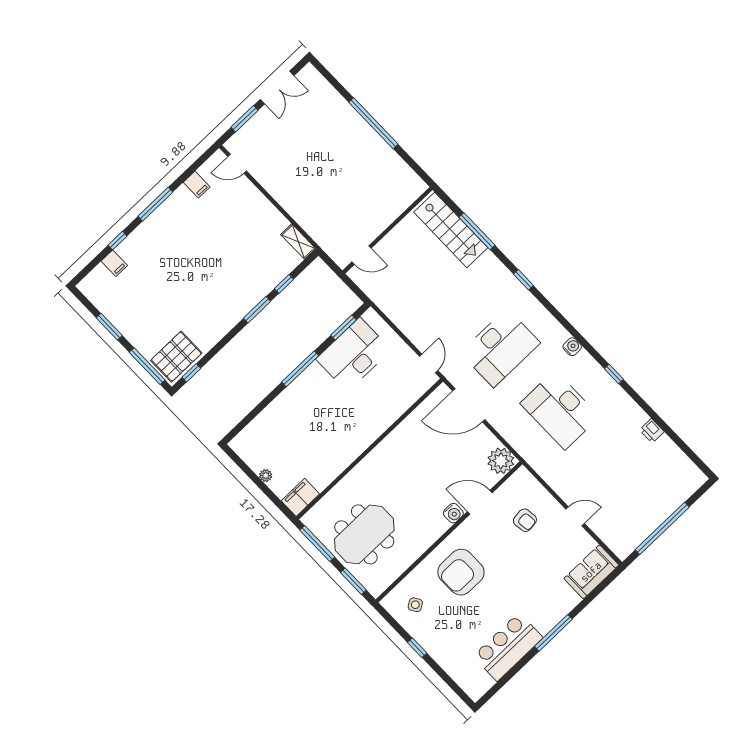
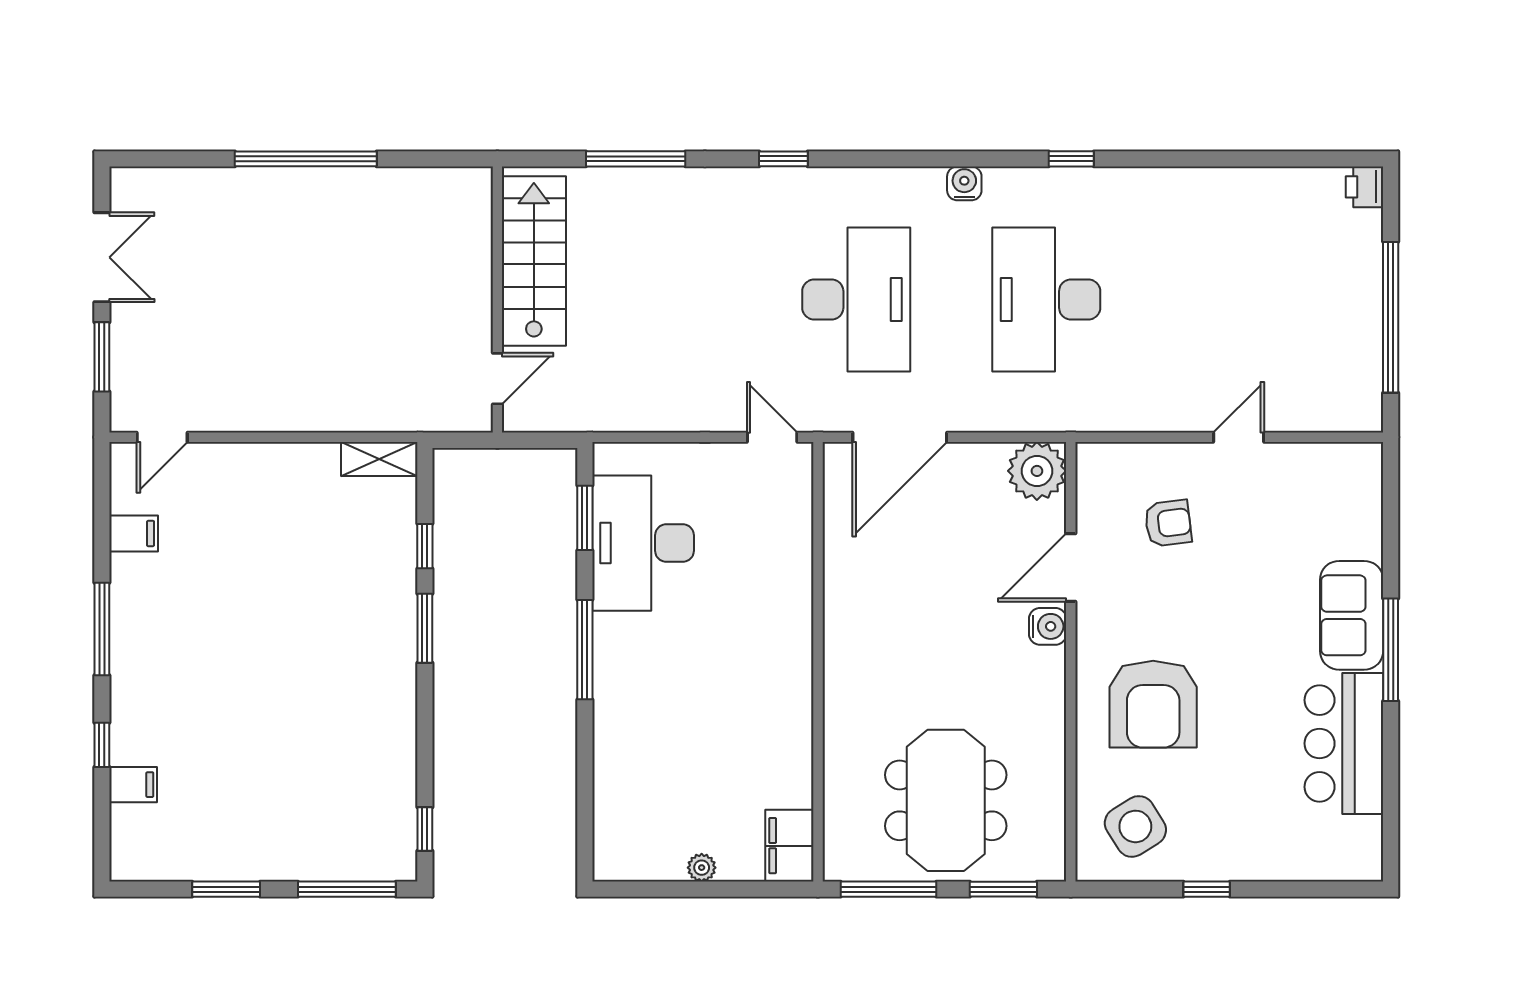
stairs: (451, 230) -> (534, 261), moved, turned -90
pallet: (176, 357) -> (376, 828), removed
desk: (560, 410) -> (1046, 300), turned 90
printer: (652, 431) -> (1364, 187), moved, turned 90
sofa: (591, 572) -> (1352, 615), moved
side table: (415, 605) -> (1135, 826), width x1.87, depth x1.87

